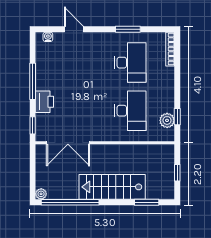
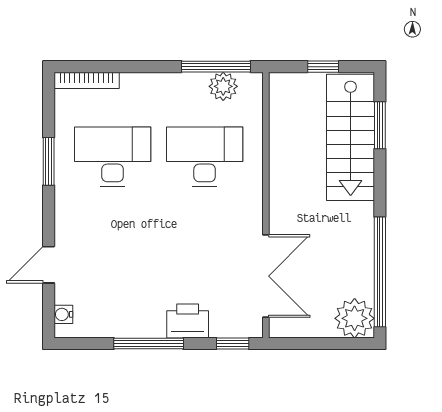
window: (177, 117) -> (216, 67), width x2.17
stairs: (112, 187) -> (351, 137), moved
plant: (41, 194) -> (355, 318), width x1.88, depth x1.88

